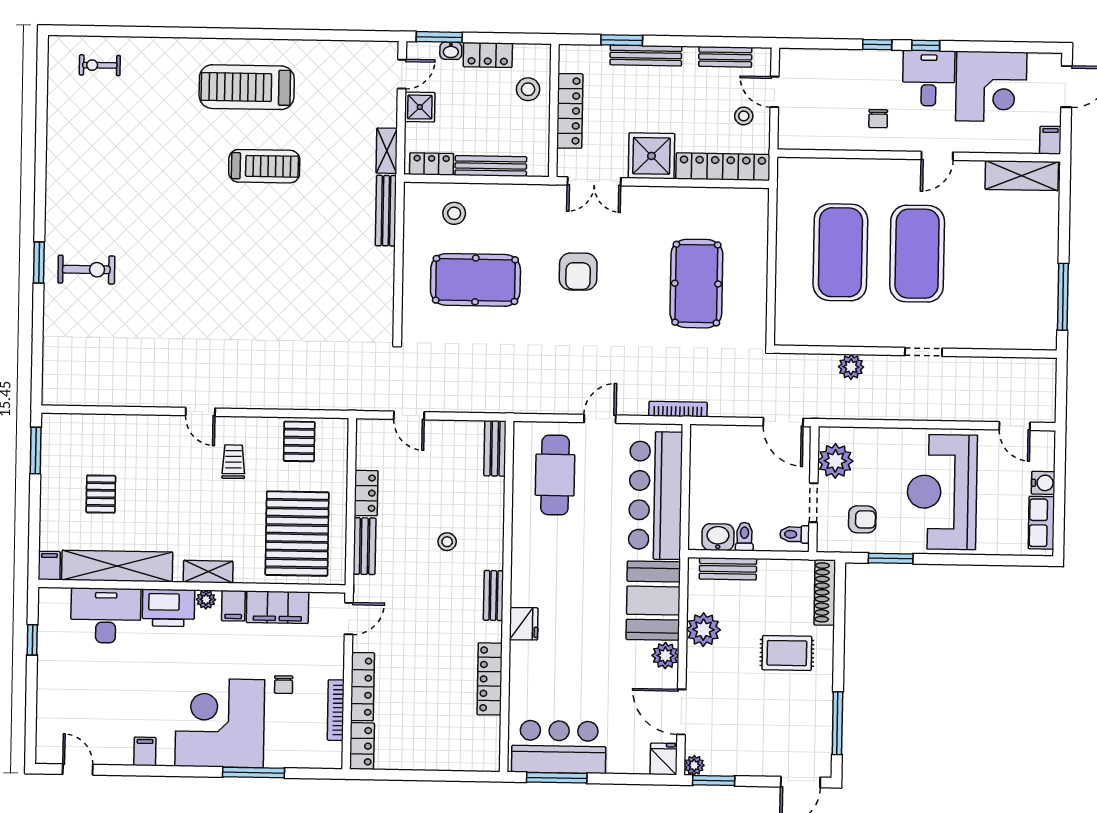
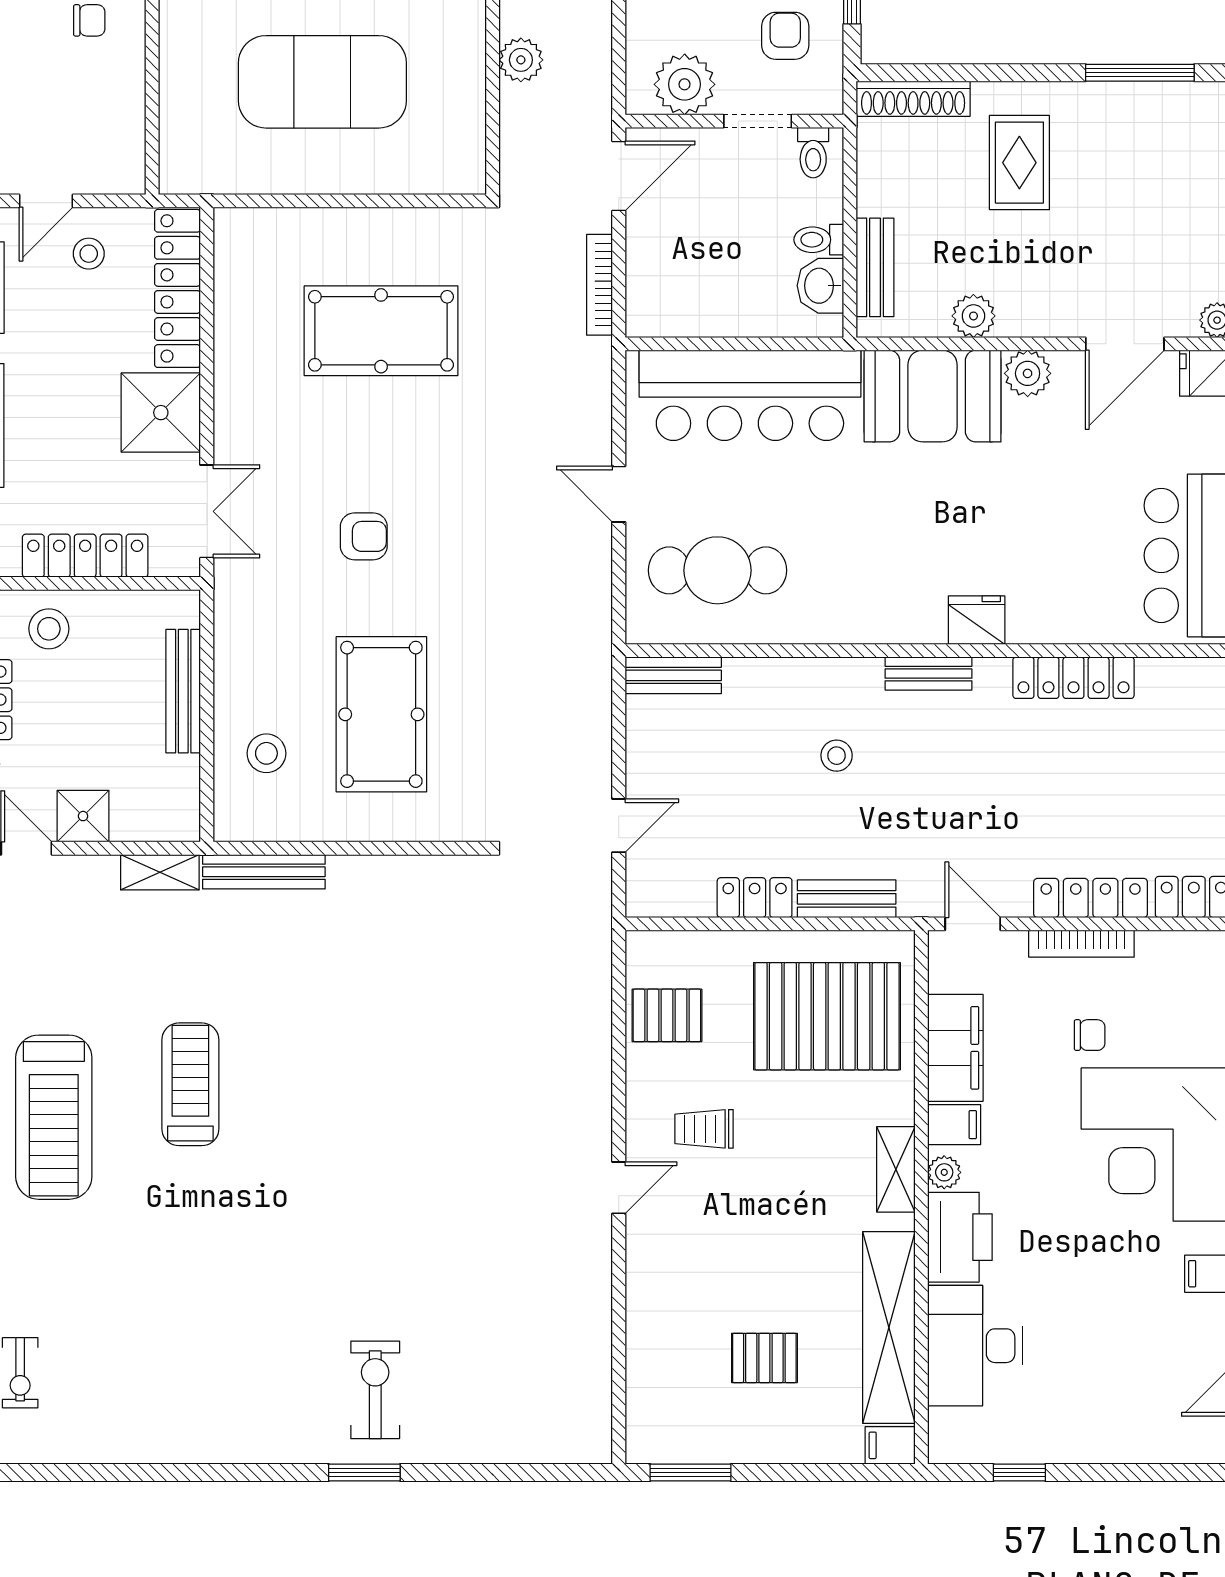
locker: (432, 164) -> (181, 794), removed
armchair: (578, 272) -> (364, 536), width x0.72, depth x0.72
bookcase: (678, 409) -> (600, 285), moved
plant: (703, 630) -> (973, 316), width x0.73, depth x0.73
bookcase: (336, 710) -> (1081, 944), moved

